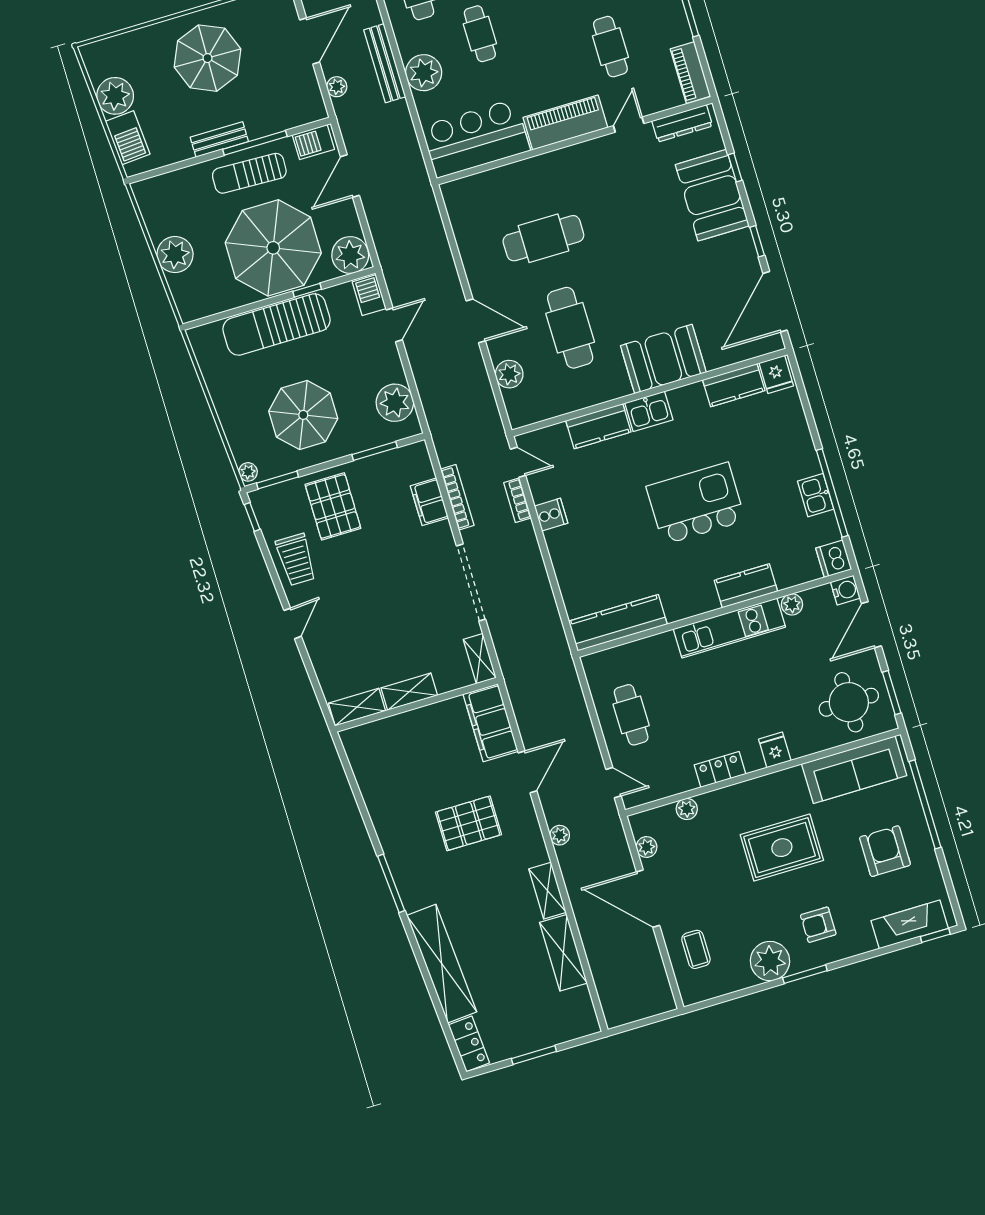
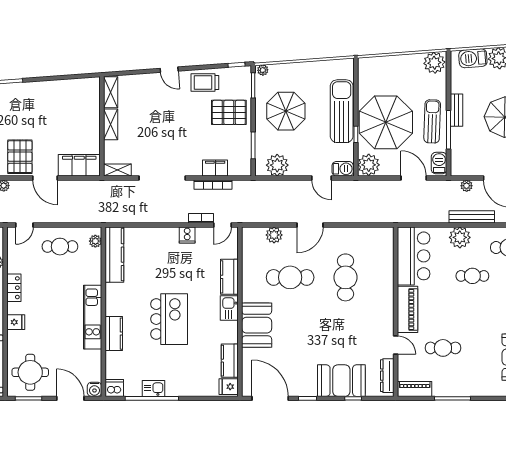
plant: (175, 254) -> (434, 63), moved
plant: (792, 604) -> (95, 241), moved
pallet: (468, 823) -> (20, 157), moved

